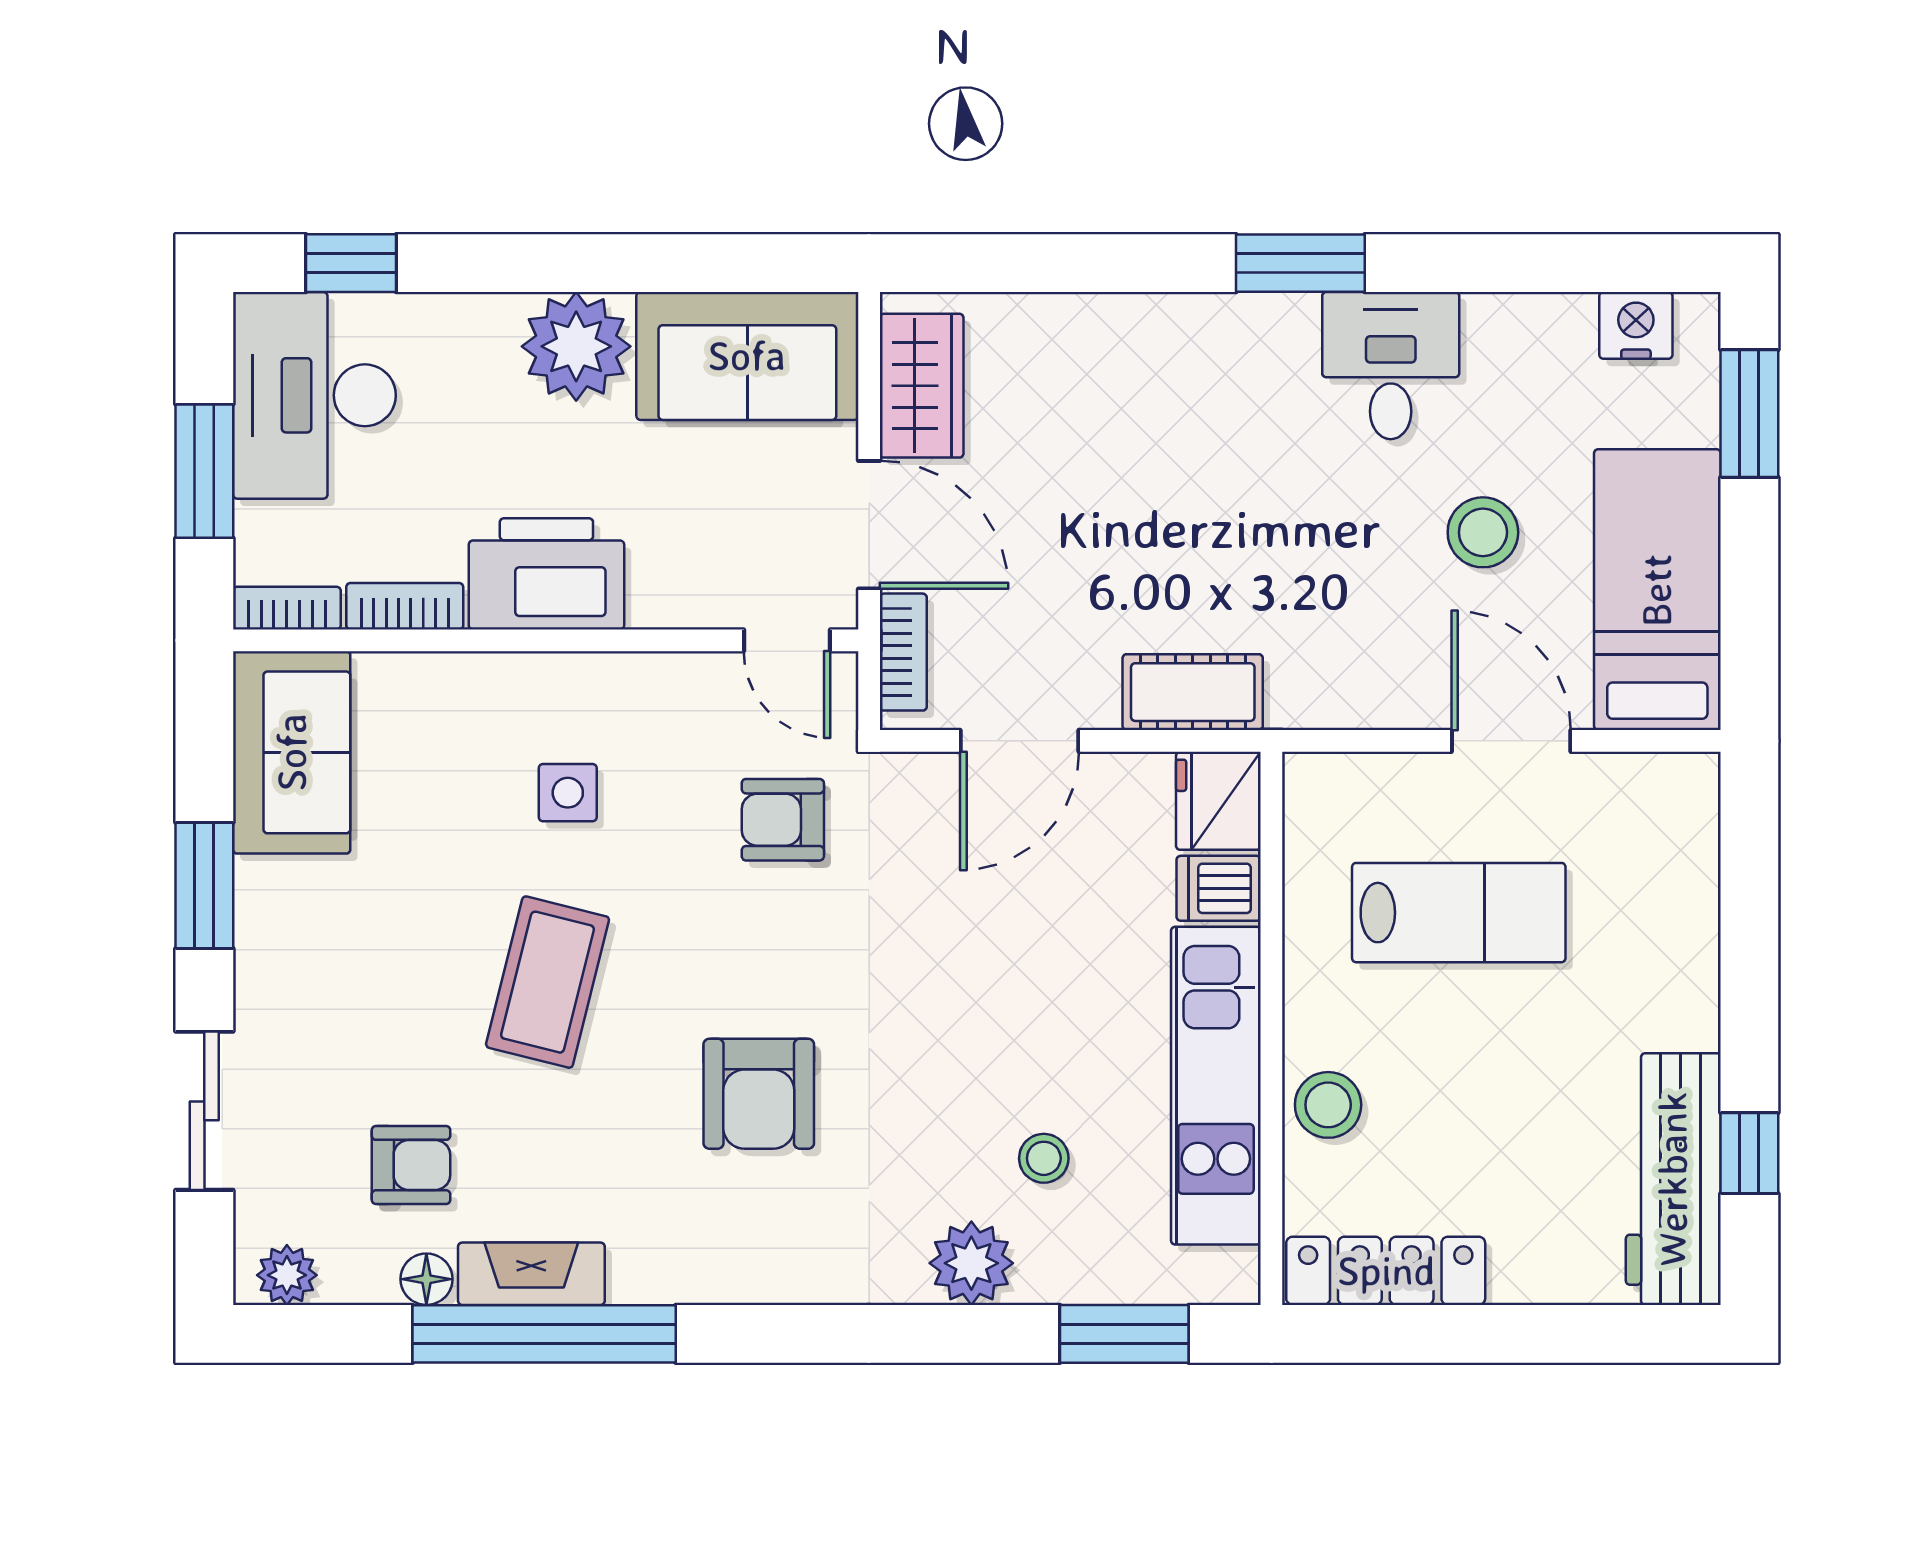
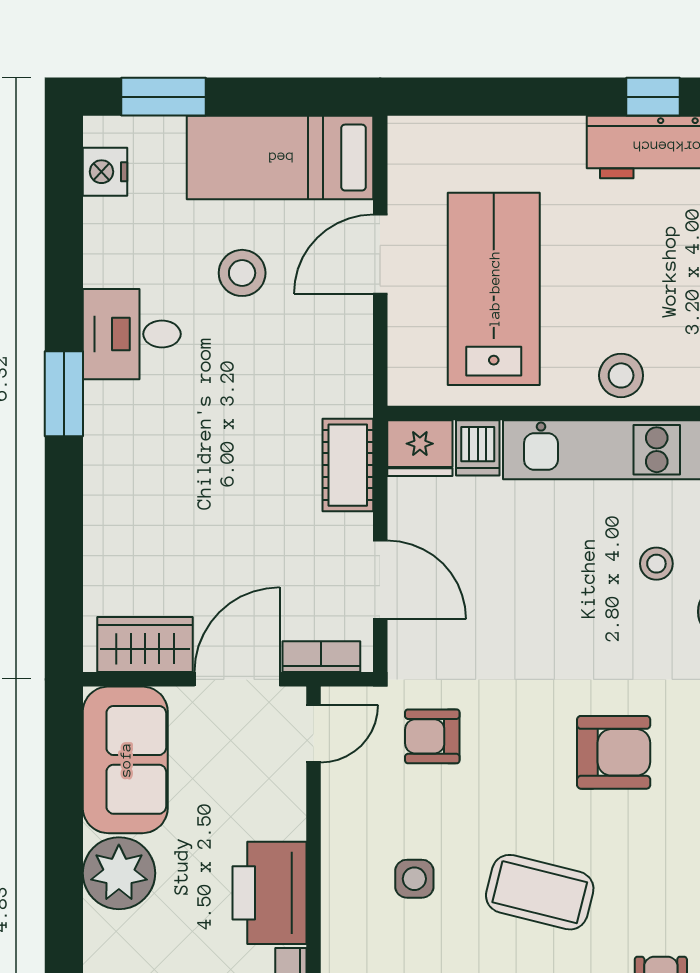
armchair: (783, 820) -> (432, 736), turned 90
lab bench: (1459, 913) -> (494, 289), width x1.36, depth x1.39

